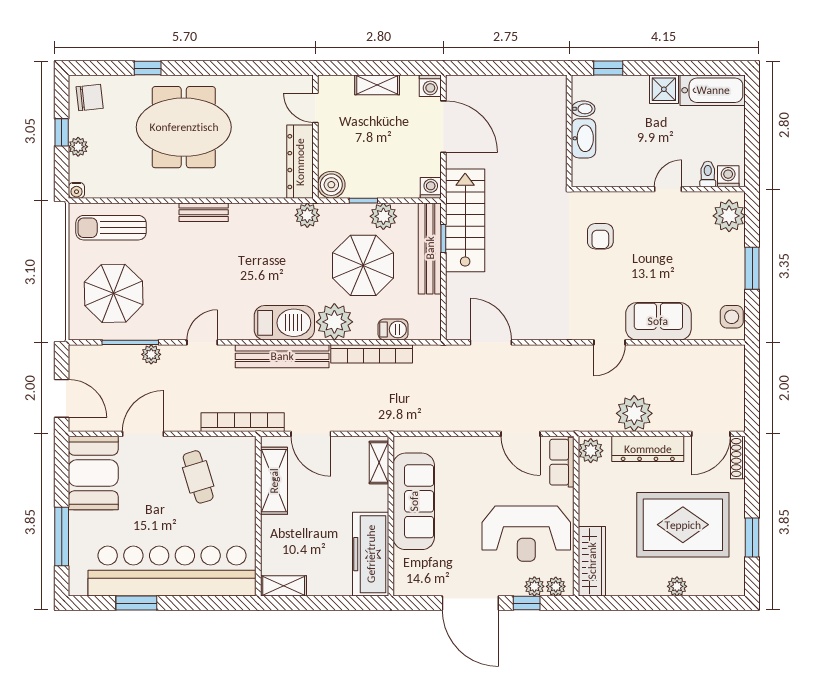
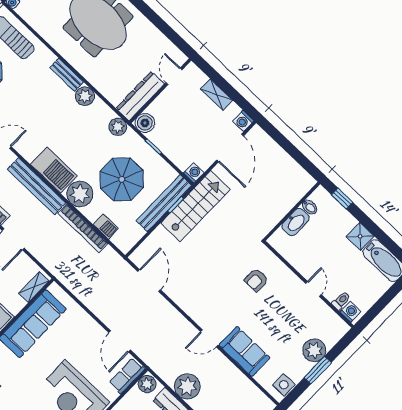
door: (668, 189) -> (314, 289), hinge flipped
plant: (383, 216) -> (85, 96), moved
plant: (729, 216) -> (314, 350), moved

